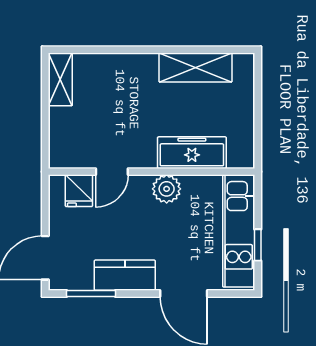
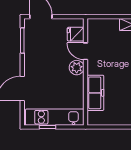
plant: (167, 189) -> (77, 68), moved
kitchen counter: (125, 275) -> (32, 58), removed

